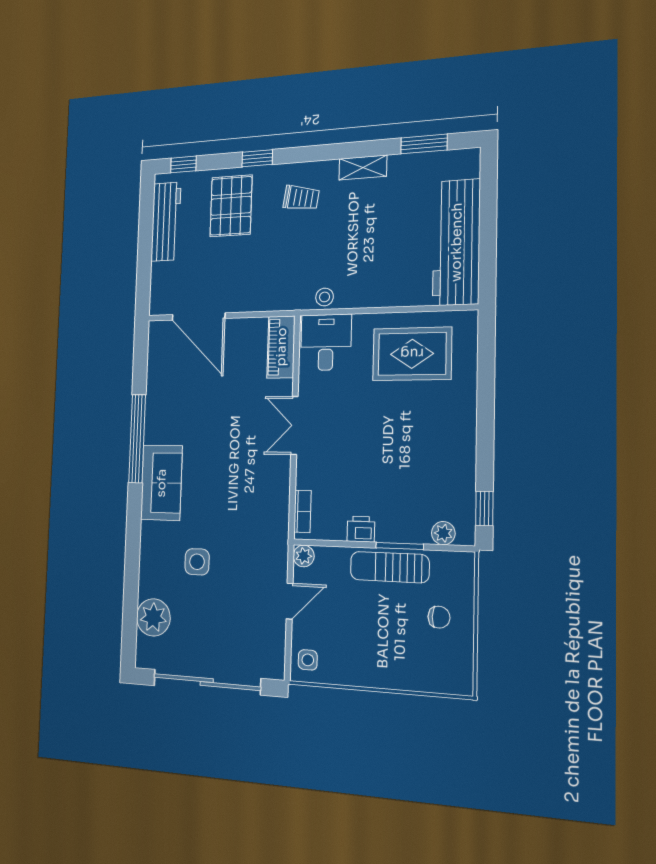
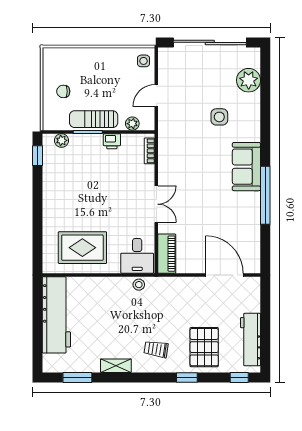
plant: (304, 556) -> (132, 124), moved
sun lounger: (390, 567) -> (94, 119), turned 180

